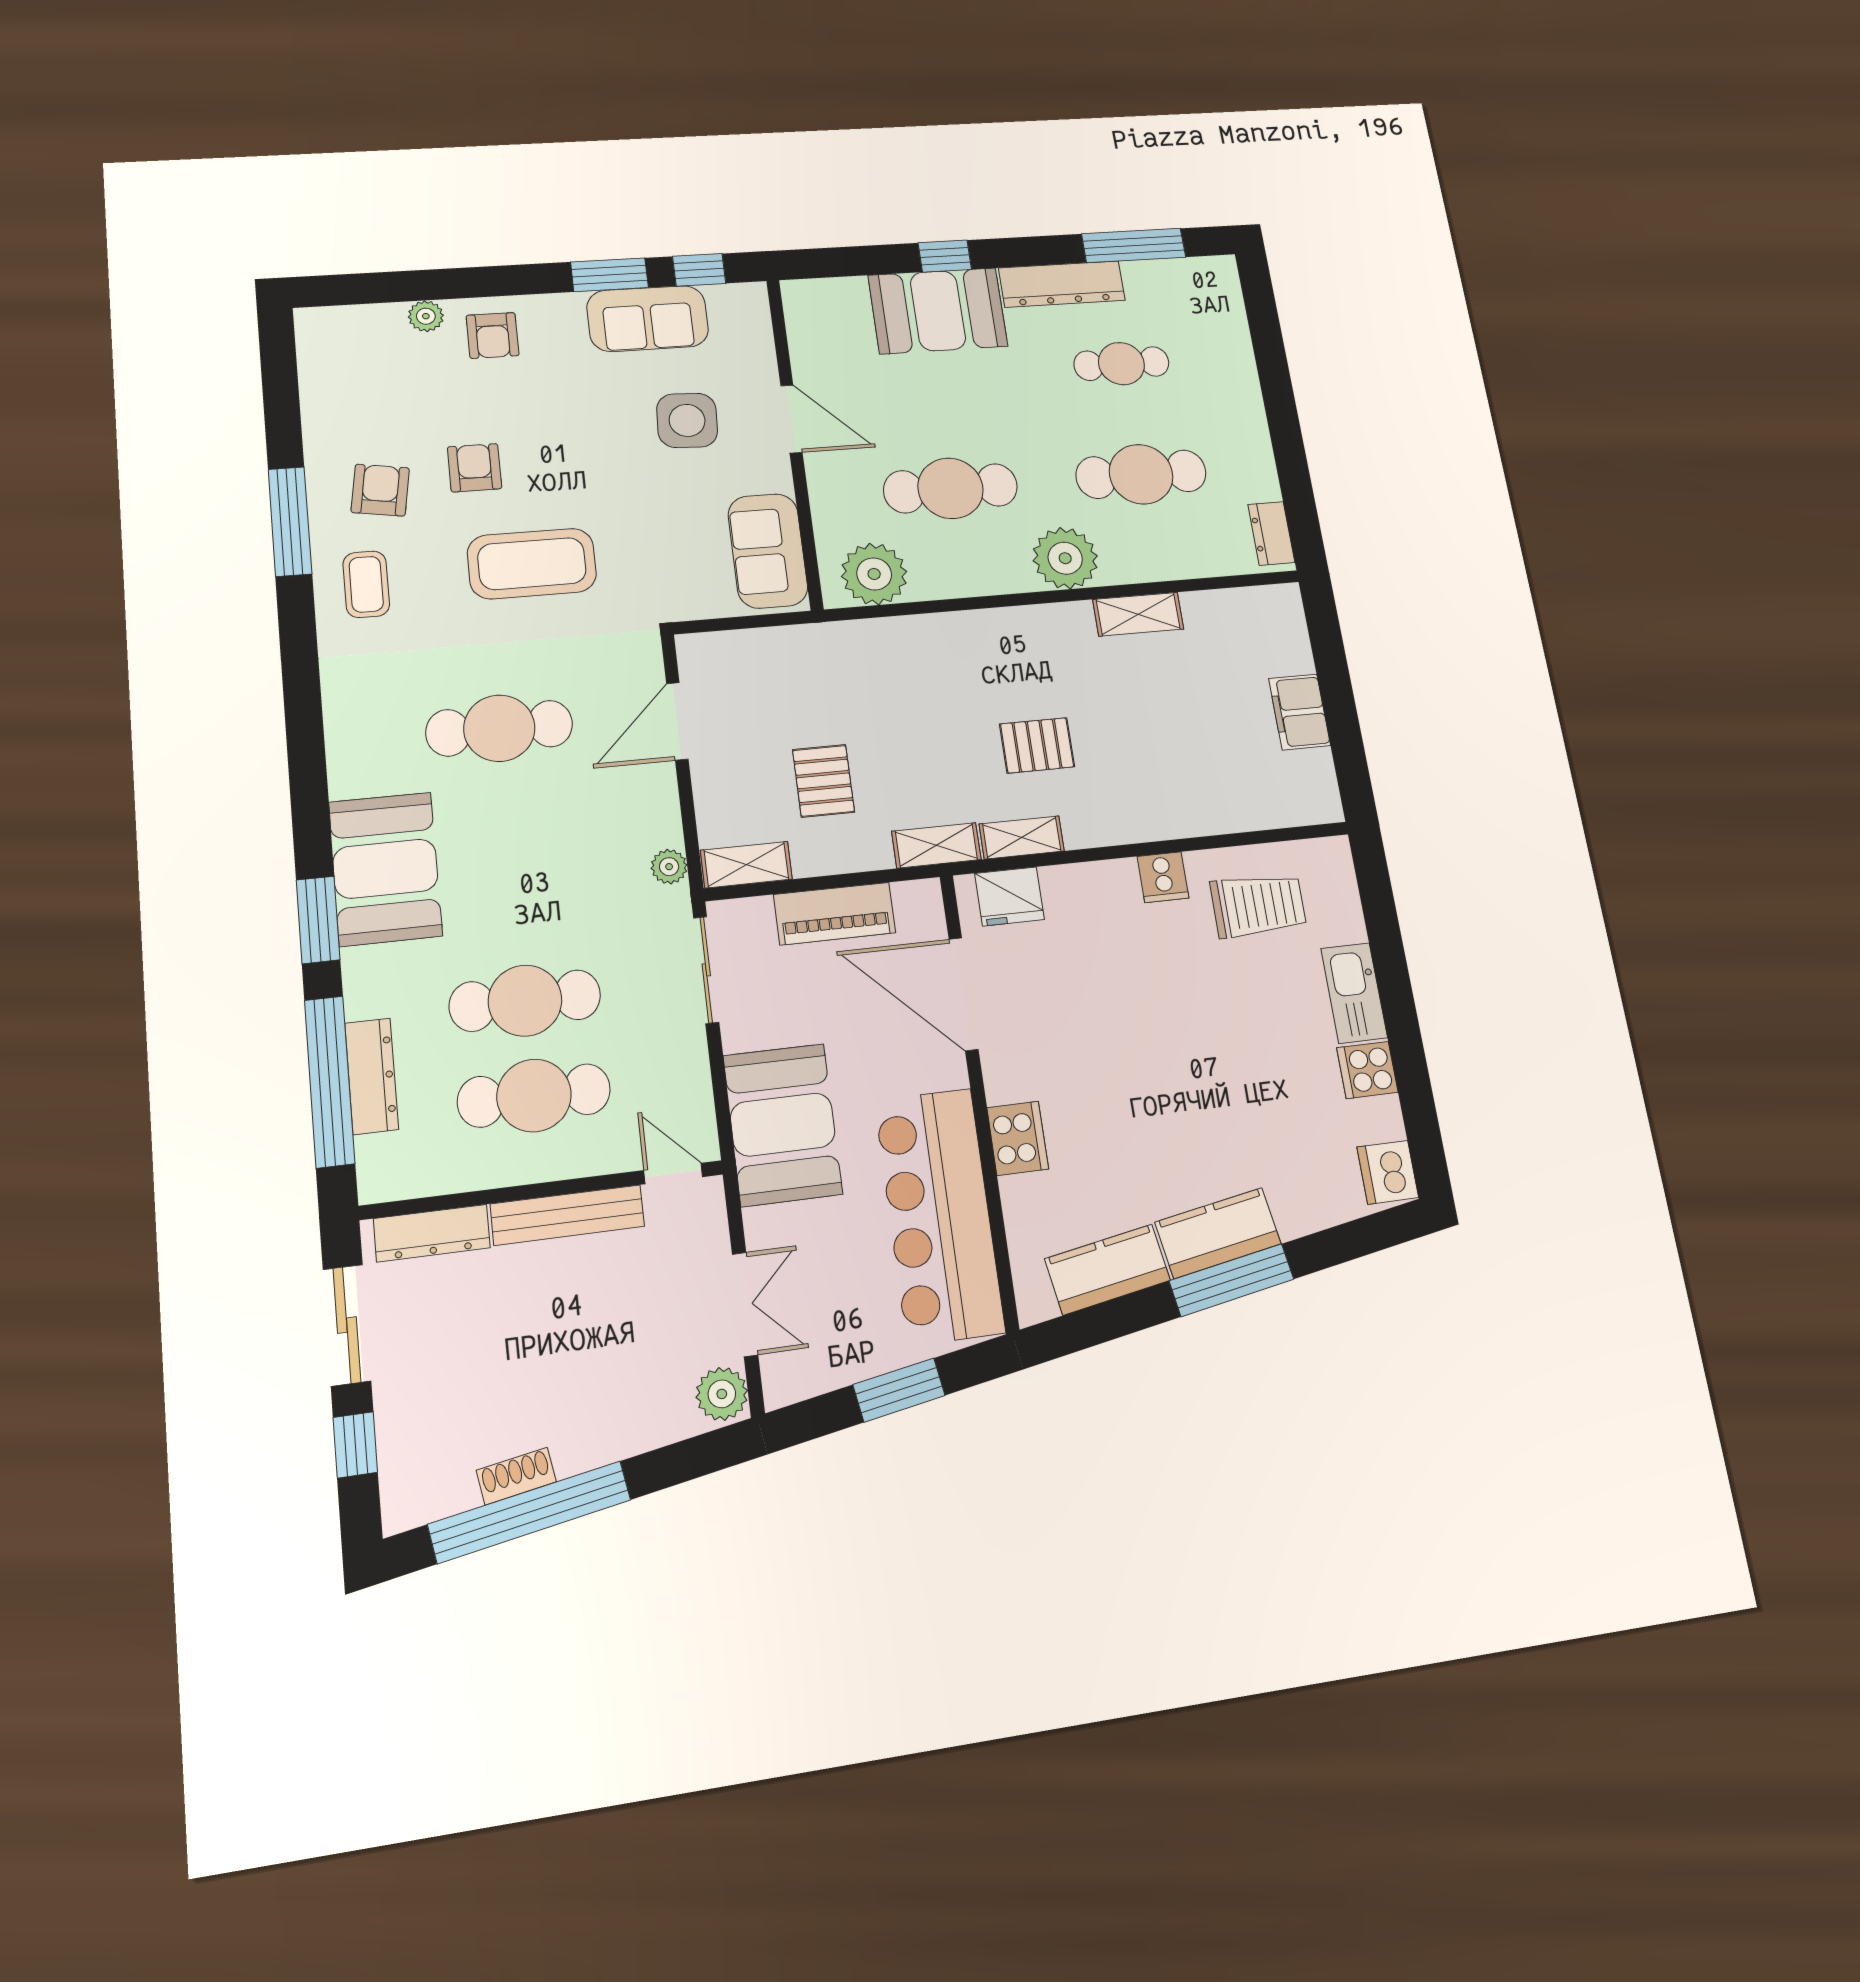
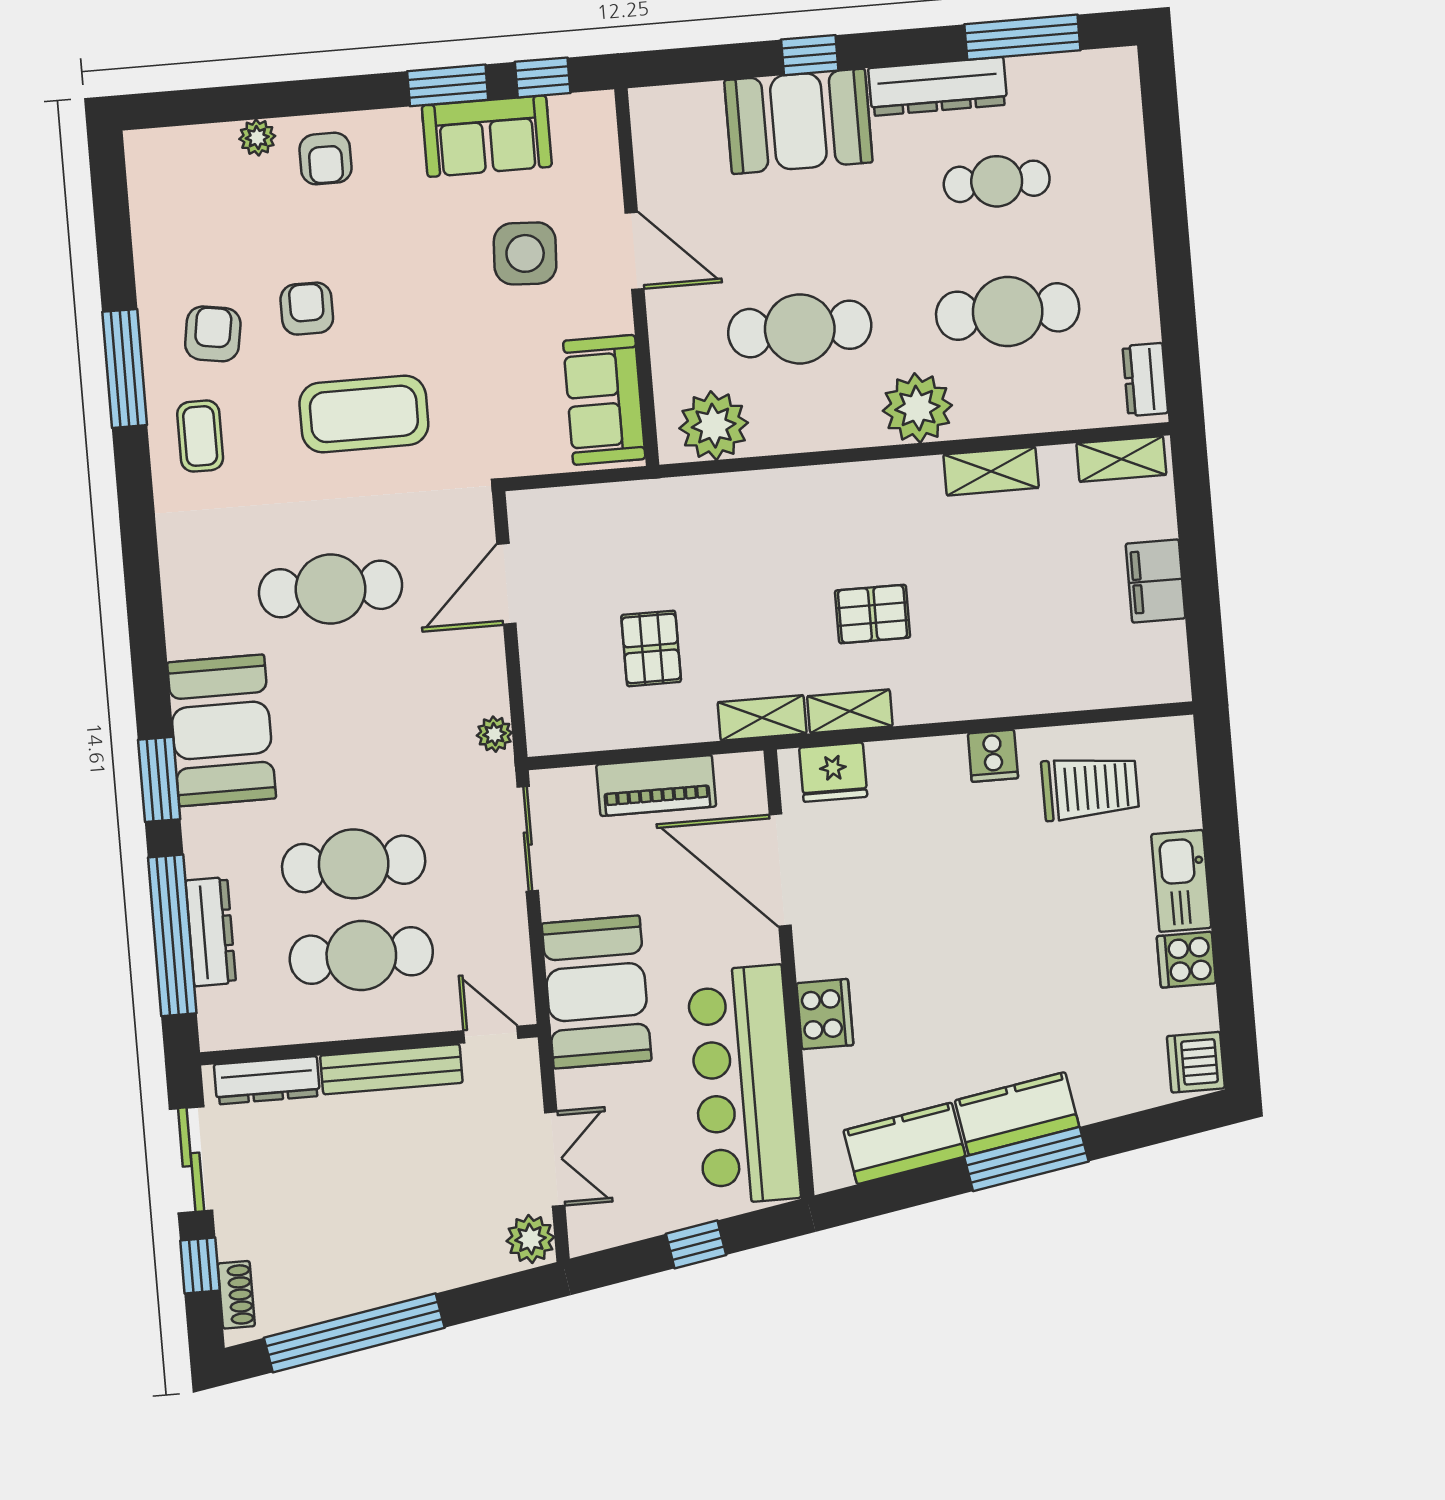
shelving: (746, 865) -> (1121, 459), moved
window: (899, 1390) -> (696, 1244), width x0.67
shoe rack: (516, 1476) -> (236, 1295), moved, turned 100

